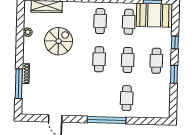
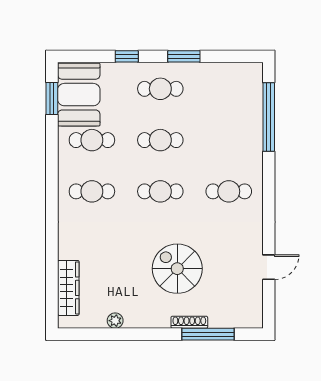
spiral stairs: (59, 41) -> (177, 269), moved
cafe table: (127, 98) -> (229, 191), moved
window: (107, 120) -> (269, 117), moved

